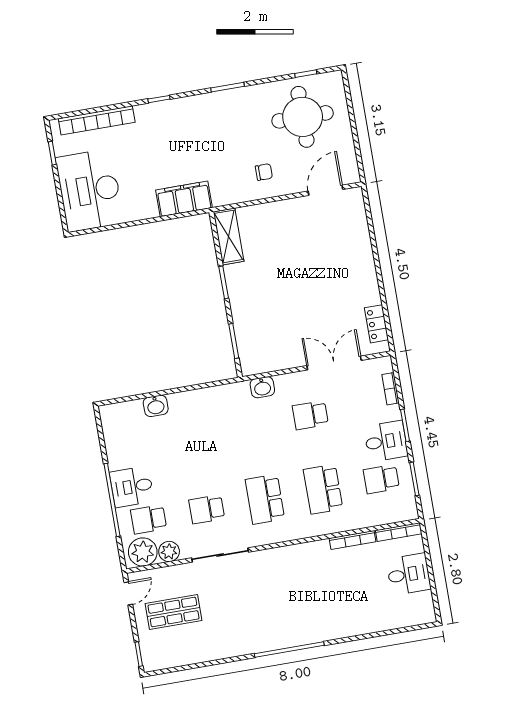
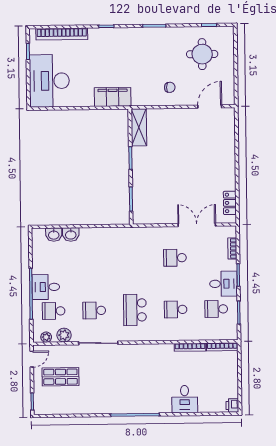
round table: (303, 117) -> (202, 54), width x0.73, depth x0.73
washbasin: (262, 387) -> (54, 235), moved
school desk: (323, 489) -> (176, 309), width x0.54
plant: (143, 552) -> (46, 337), width x0.53, depth x0.53
desk: (409, 574) -> (185, 399), moved, turned 90
printer: (427, 614) -> (232, 405), added

